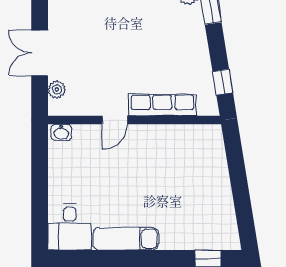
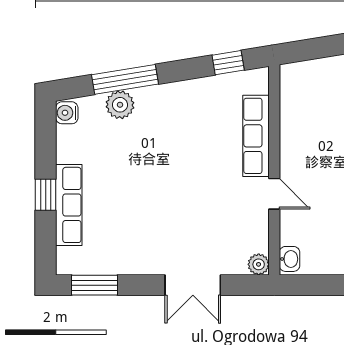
plant: (57, 90) -> (259, 264), moved

